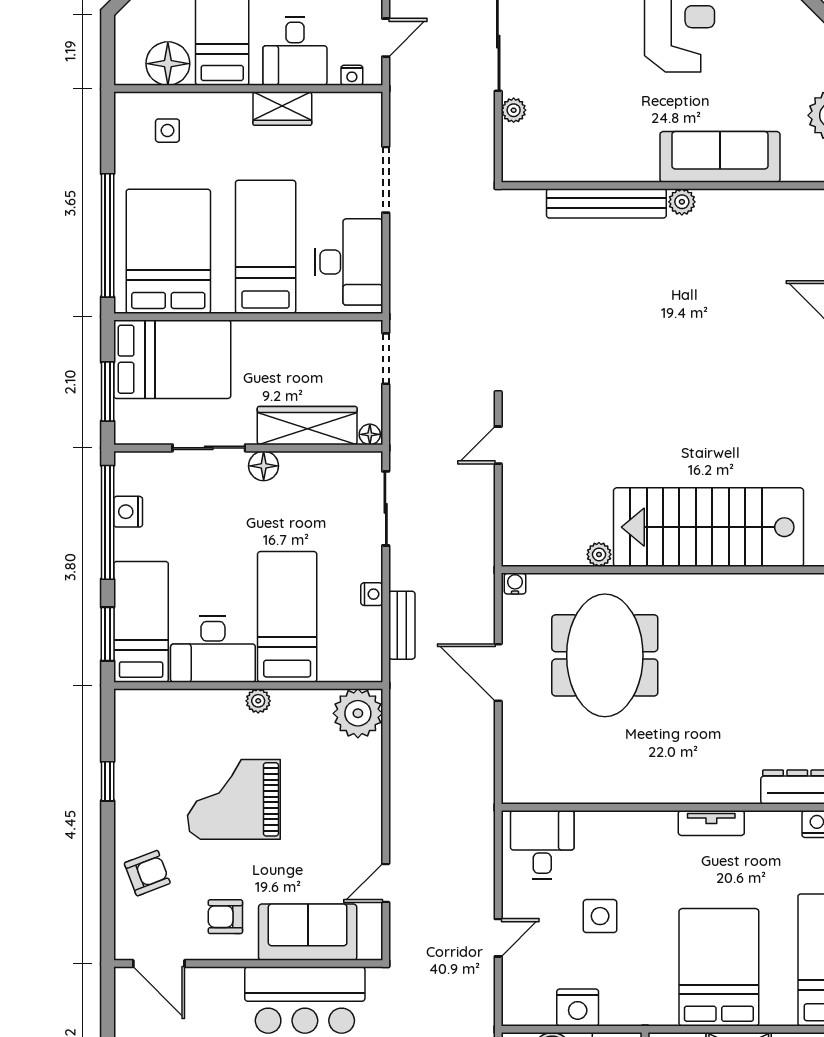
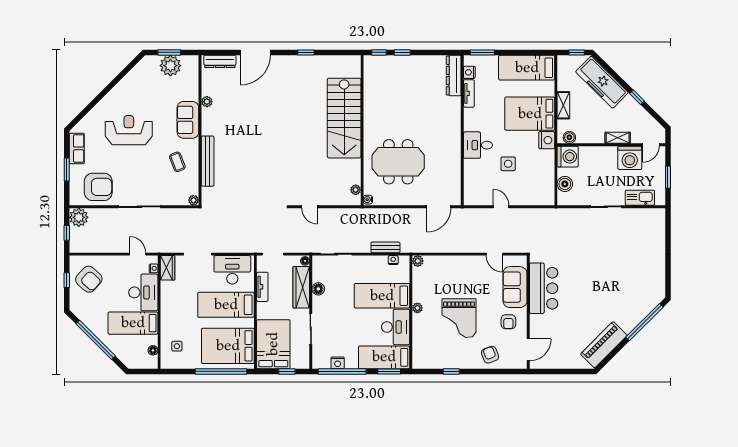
desk: (295, 51) -> (143, 292), width x1.37
floor lamp: (168, 64) -> (153, 350), width x0.53, depth x0.53
wardrobe: (282, 109) -> (168, 268), moved
plant: (514, 110) -> (193, 200), moved
coffee table: (605, 132) -> (177, 162), added
sofa: (720, 157) -> (188, 120), width x0.73
plant: (682, 202) -> (207, 102), moved
tv unit: (308, 333) -> (262, 287), added
window: (108, 392) -> (287, 371), width x0.67
floor lamp: (264, 466) -> (318, 289), moved
plant: (599, 554) -> (356, 190), moved
nightstand: (372, 594) -> (393, 260), moved
door: (498, 672) -> (439, 207), moved
plant: (358, 713) -> (418, 261), width x0.53, depth x0.53
tv unit: (711, 823) -> (469, 93), moved
desk: (542, 845) -> (478, 145), moved
door: (498, 938) -> (501, 207), moved
nightstand: (578, 1007) -> (547, 140), moved

